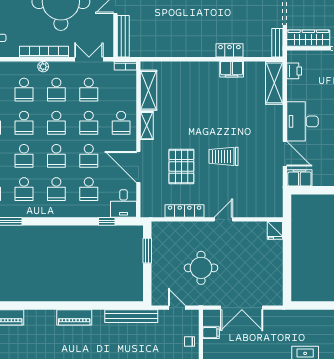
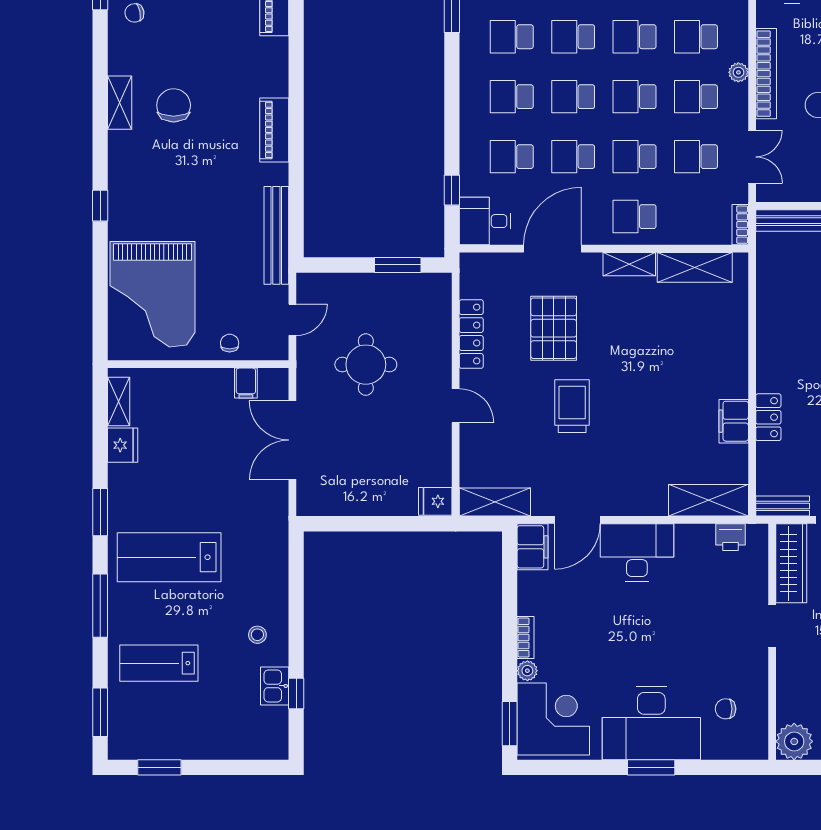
pallet: (181, 166) -> (554, 328), turned 90
shelving: (275, 198) -> (495, 502), added

